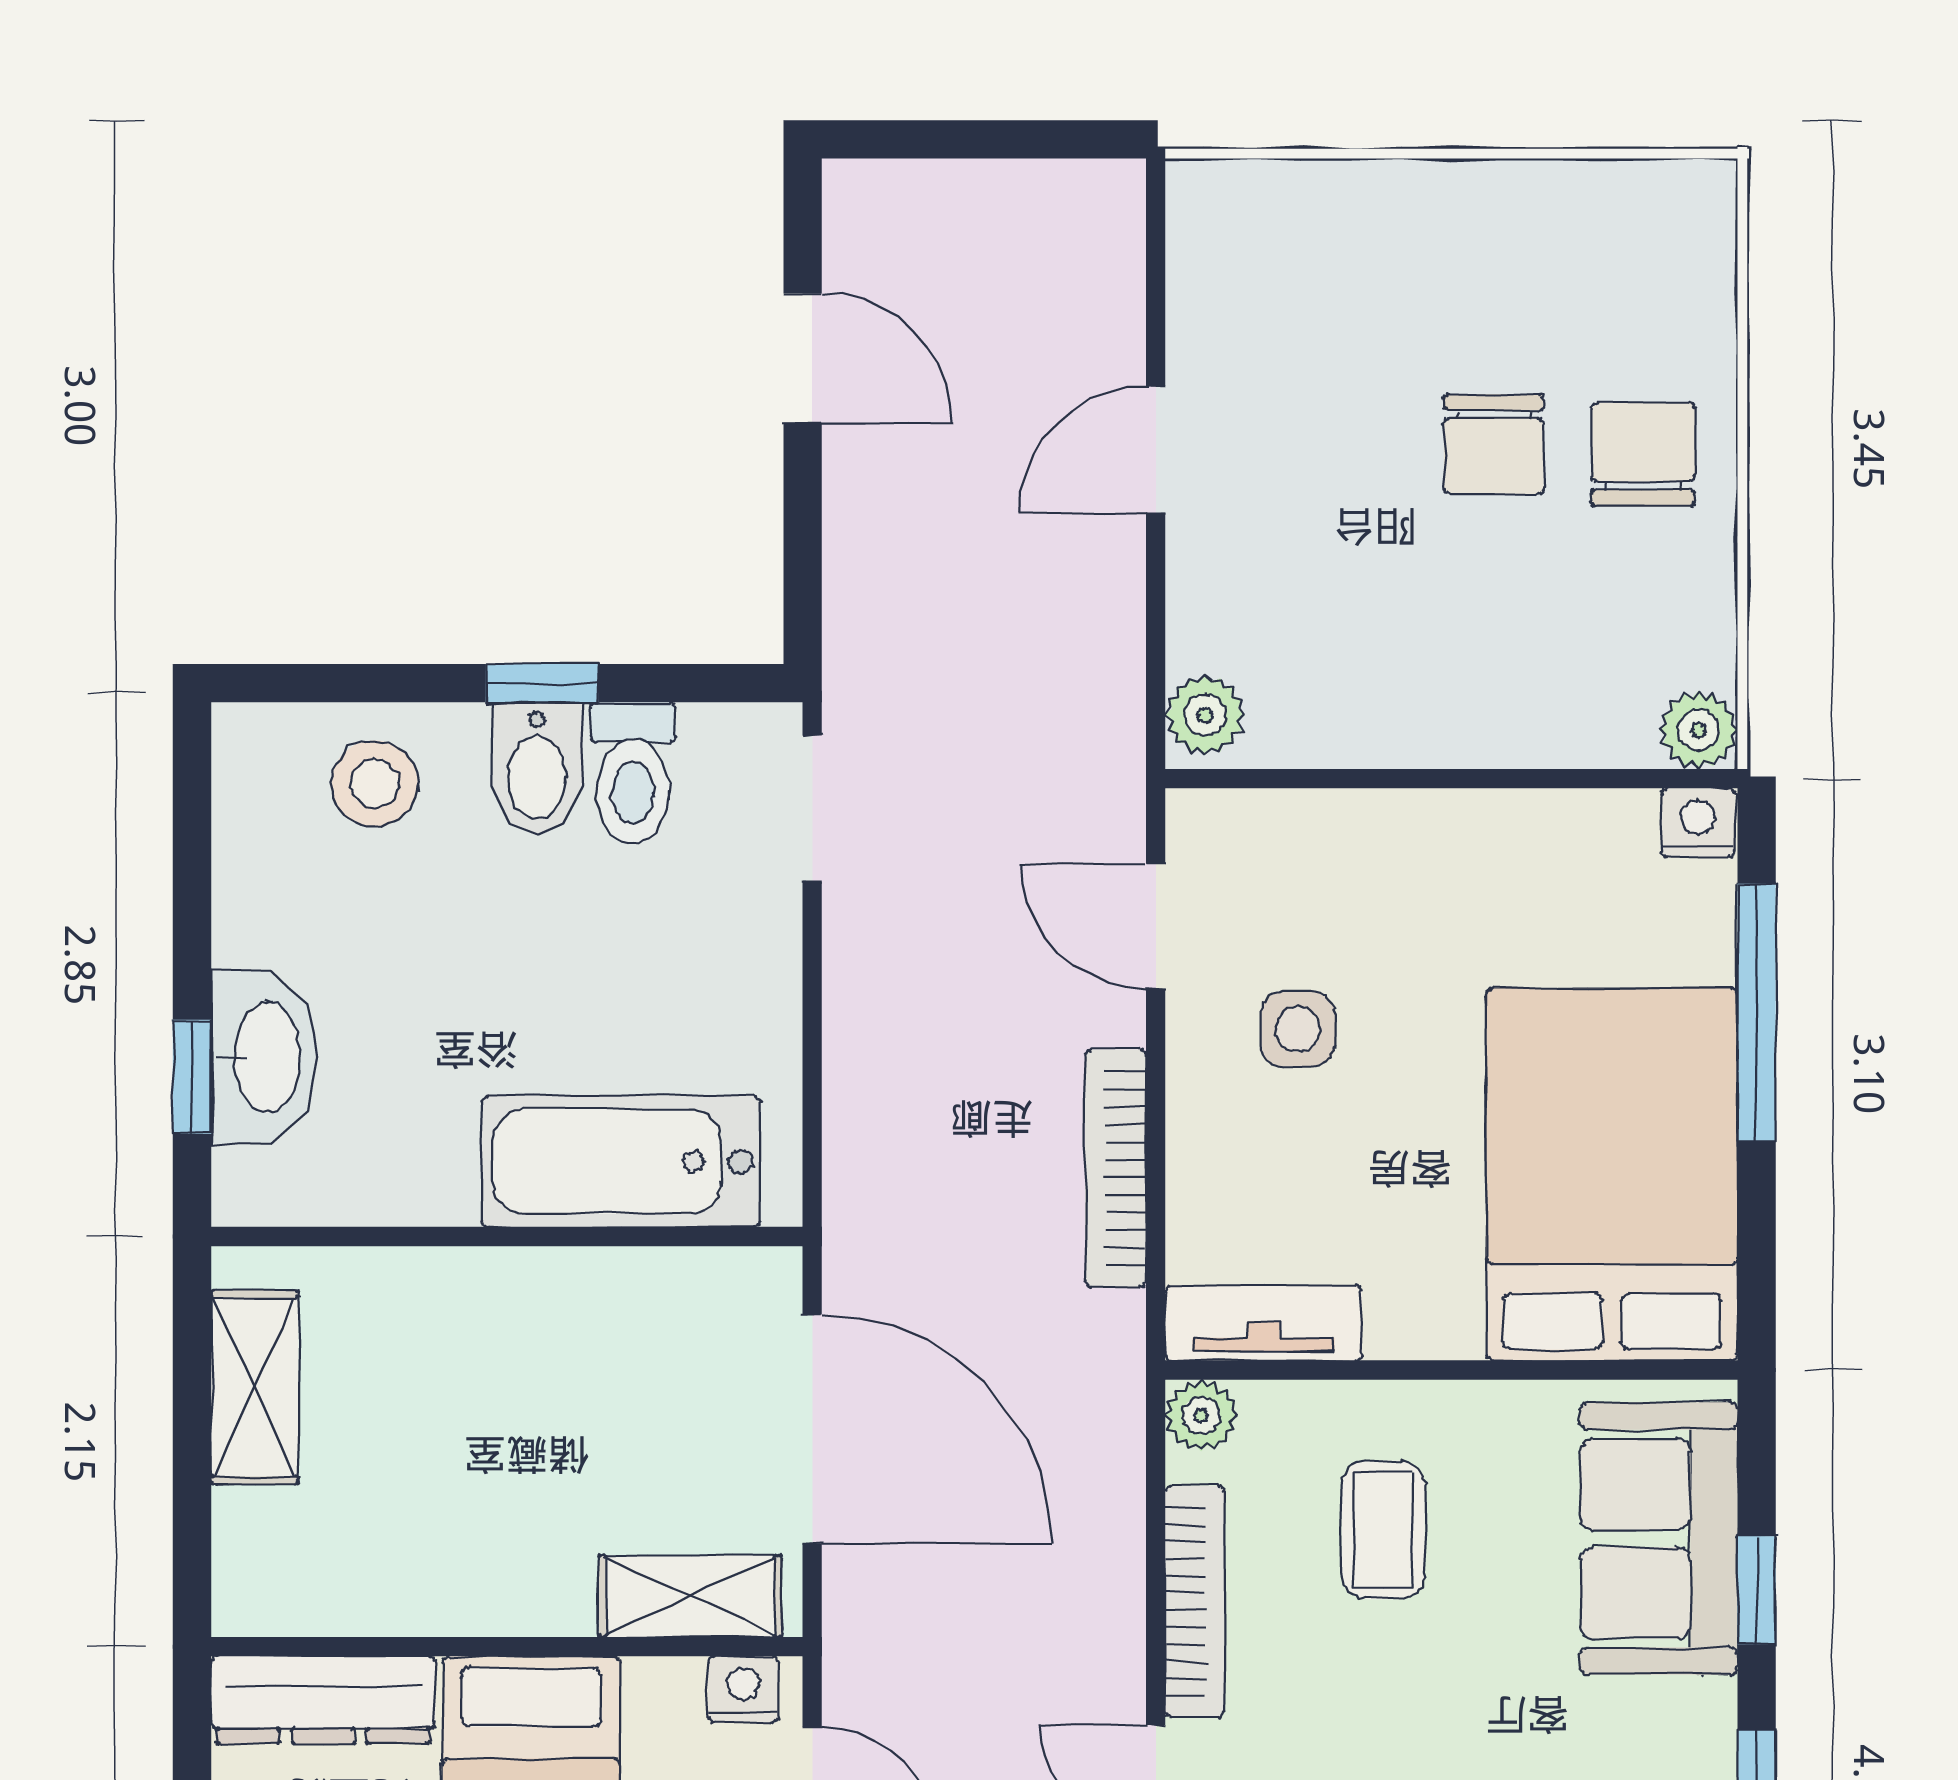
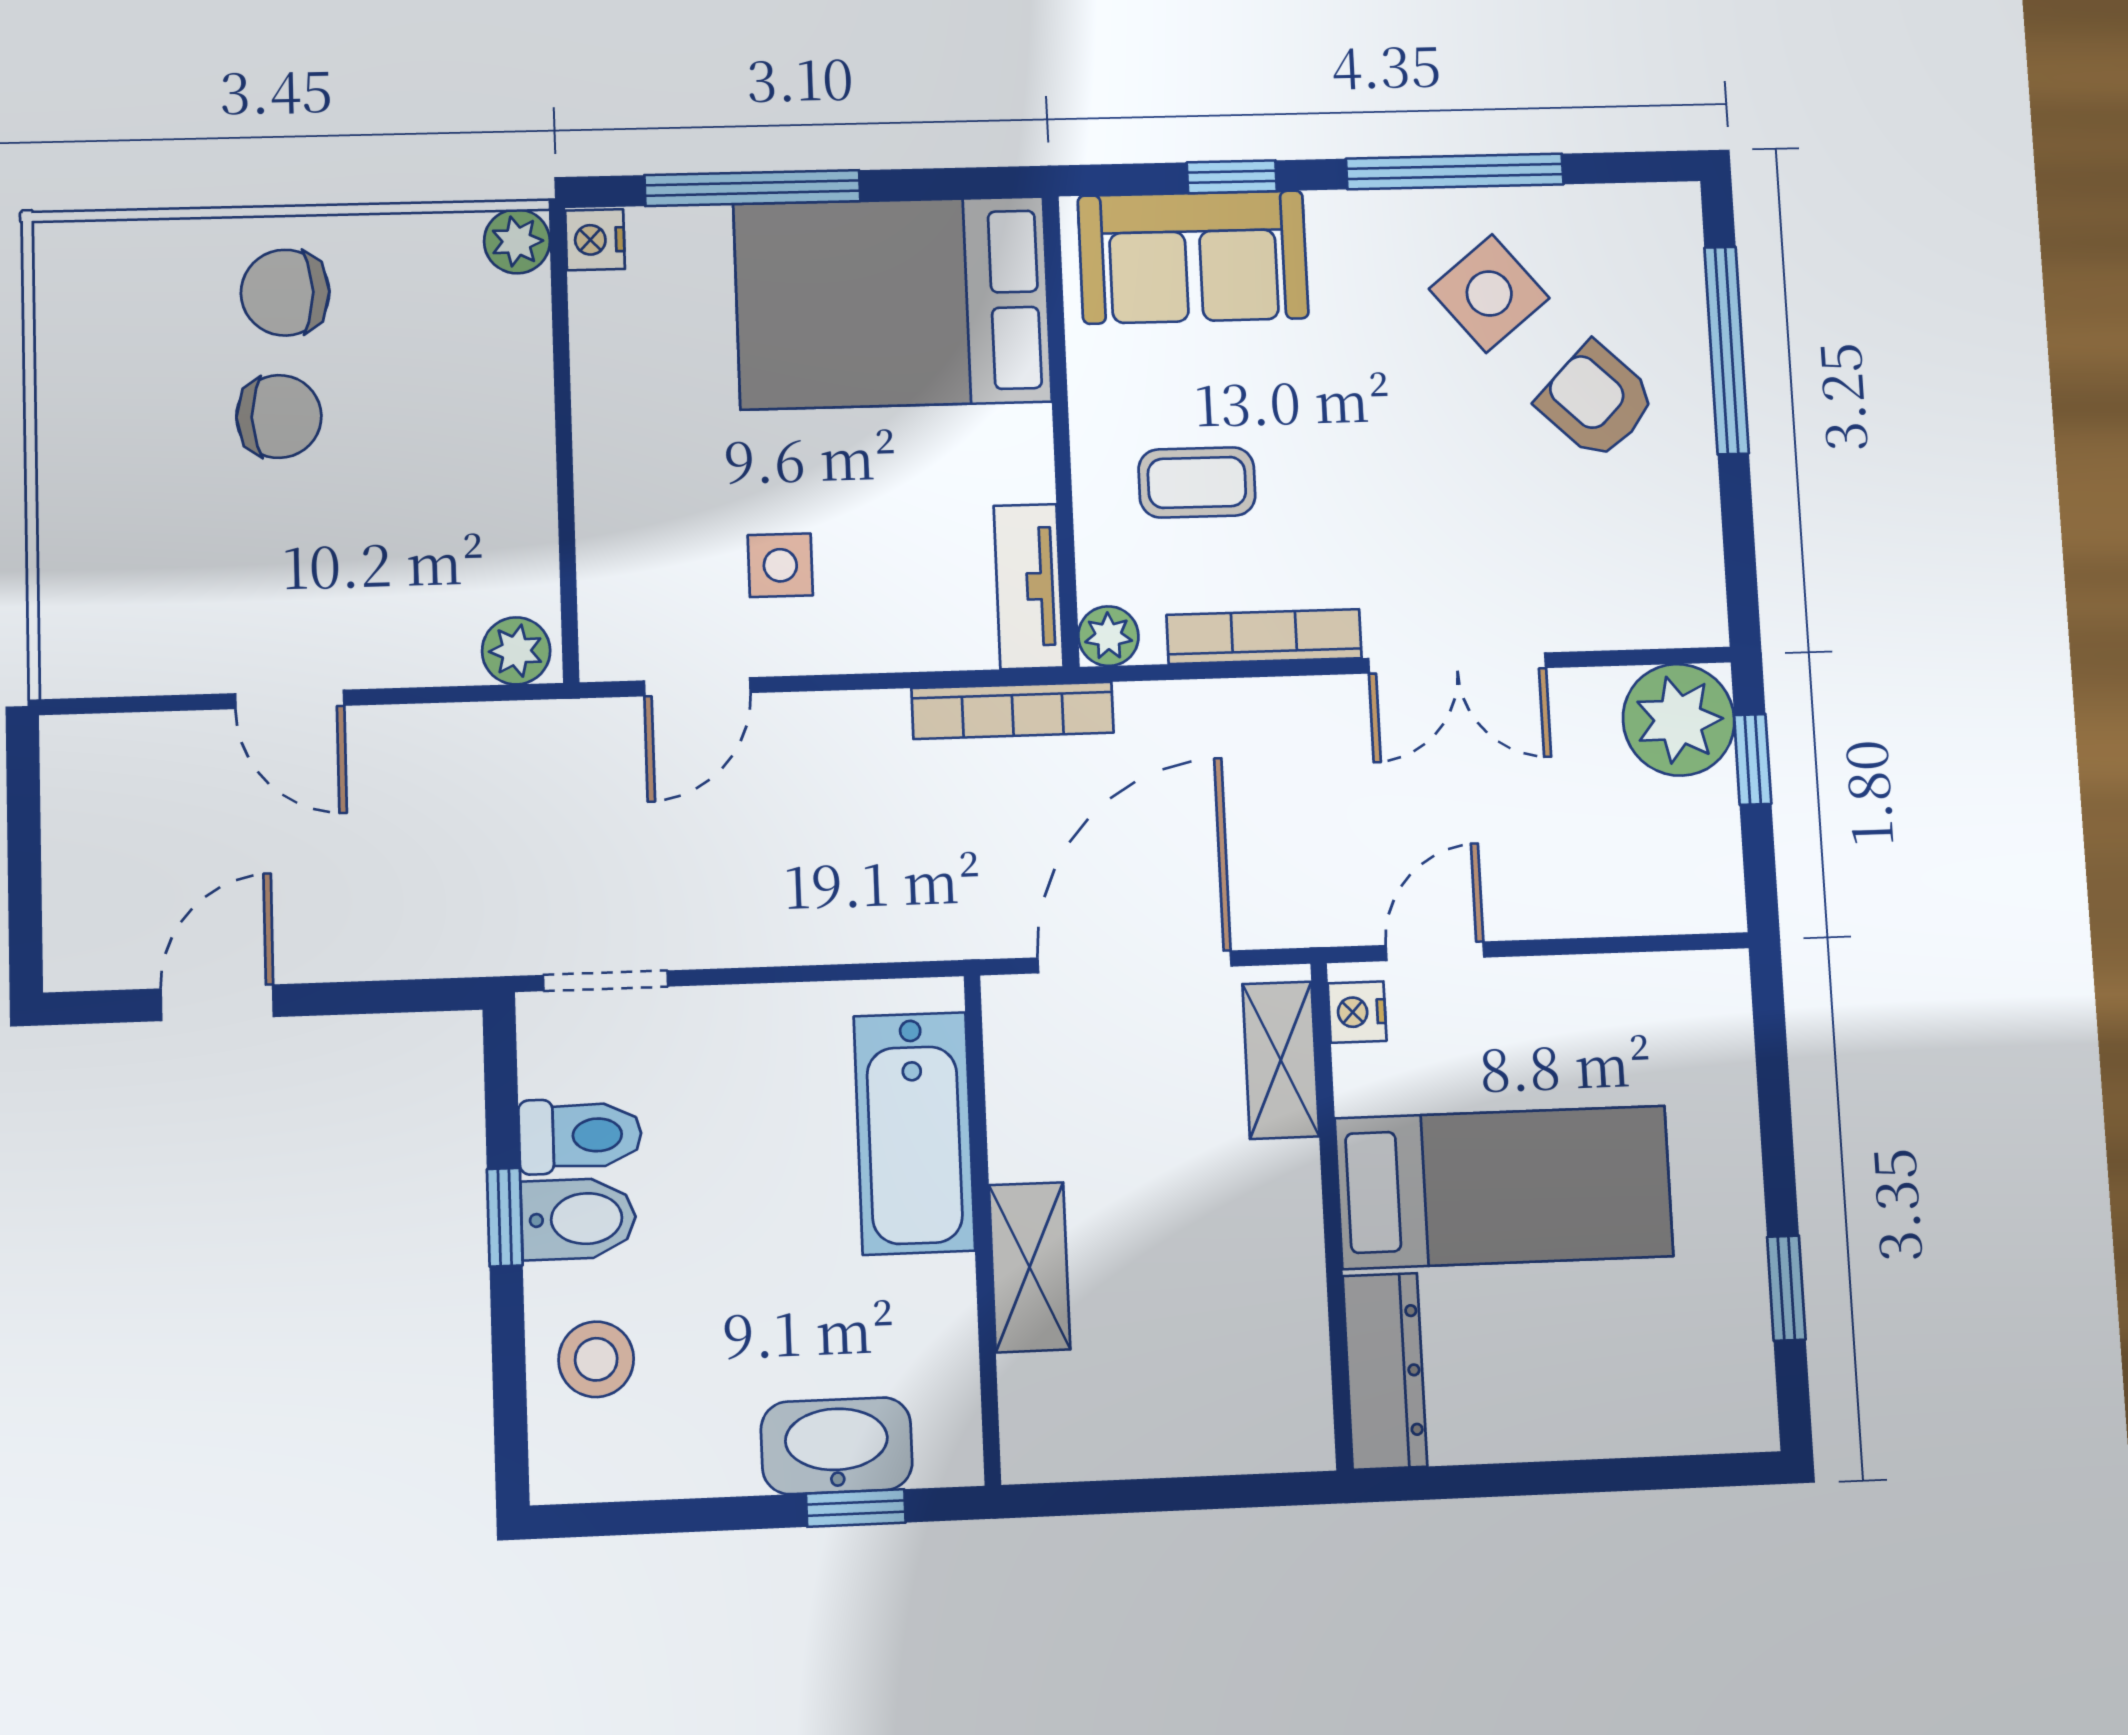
bookcase: (1116, 1168) -> (1013, 710), moved
shelving: (255, 1387) -> (1030, 1267), moved, turned 90

